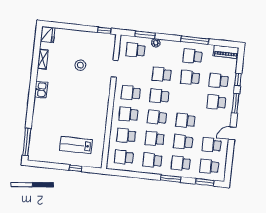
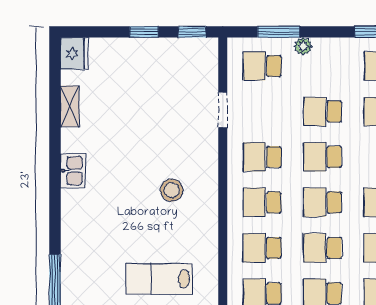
window: (82, 28) -> (144, 32), added
stool: (80, 65) -> (172, 190), moved

